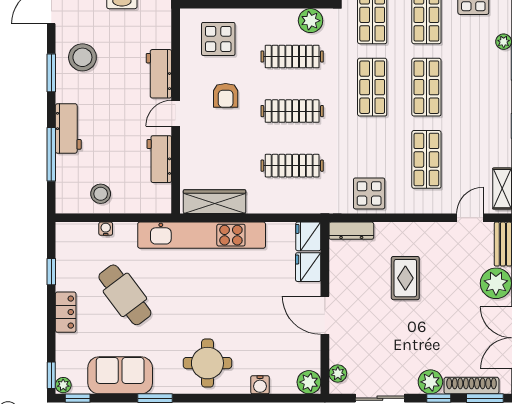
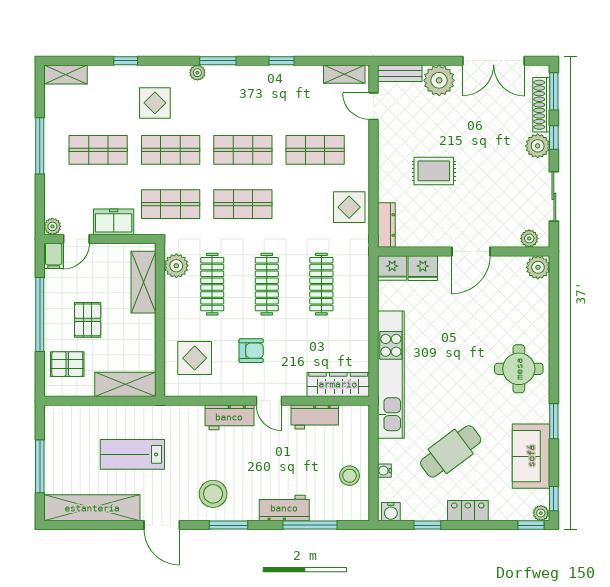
wardrobe: (215, 202) -> (338, 384), moved, turned 90
water cooler: (260, 385) -> (391, 512), moved, turned 90

